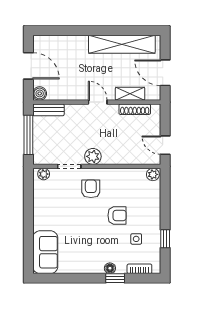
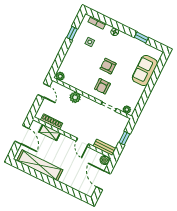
door: (98, 102) -> (82, 142), moved
window: (28, 135) -> (124, 138), width x0.46
plant: (93, 156) -> (75, 97), moved
armchair: (117, 215) -> (108, 66), moved
sofa: (45, 252) -> (145, 71), moved
window: (115, 278) -> (141, 37), moved

